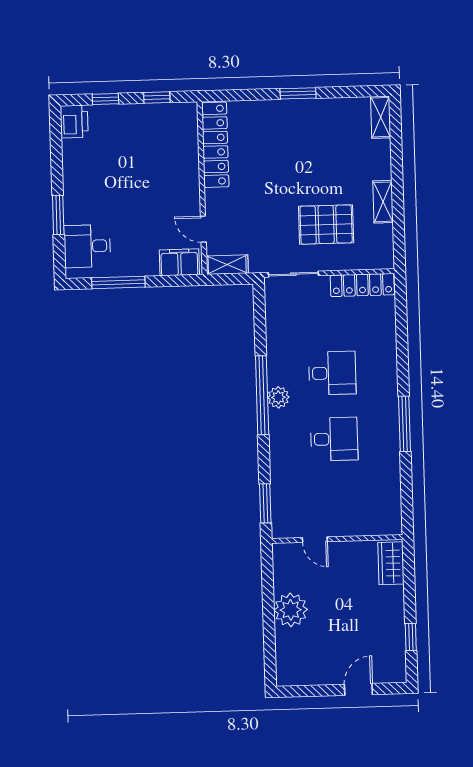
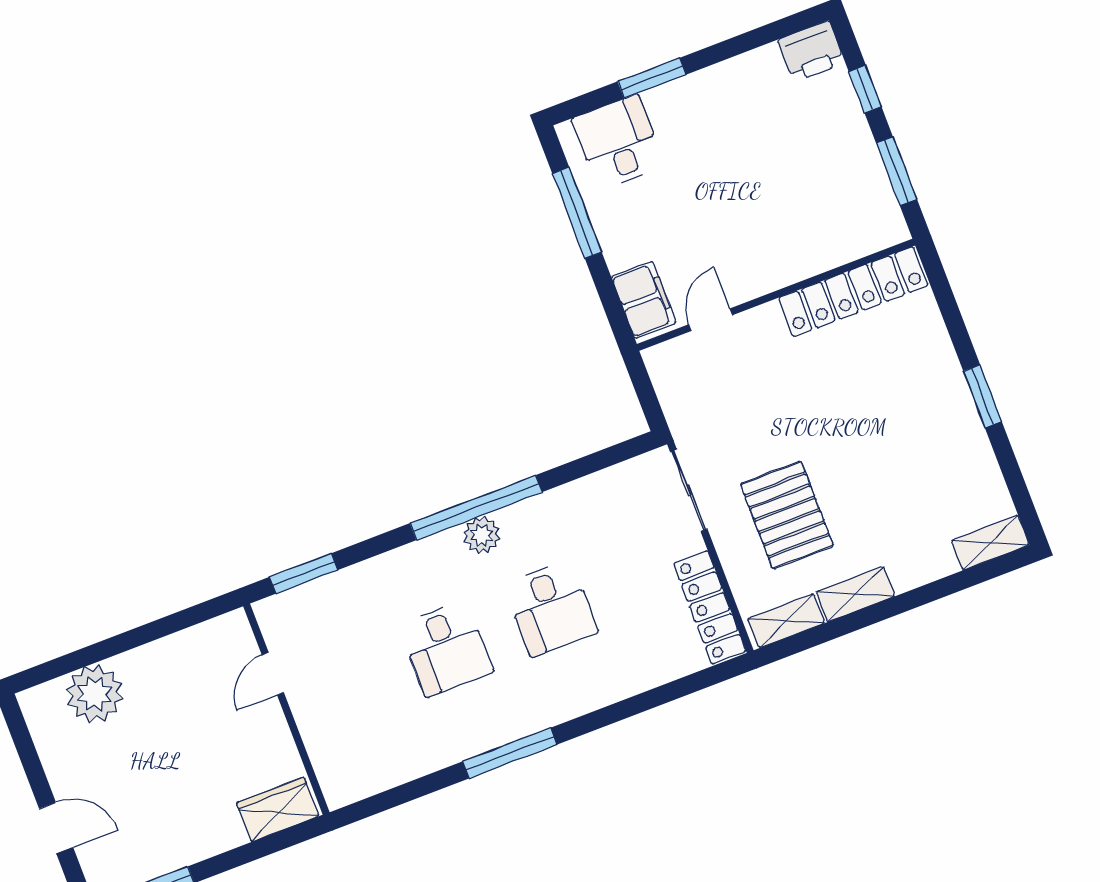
window: (157, 98) -> (896, 171), width x1.50
shelving: (227, 265) -> (786, 621), moved, turned 90
plant: (291, 610) -> (95, 694), moved

